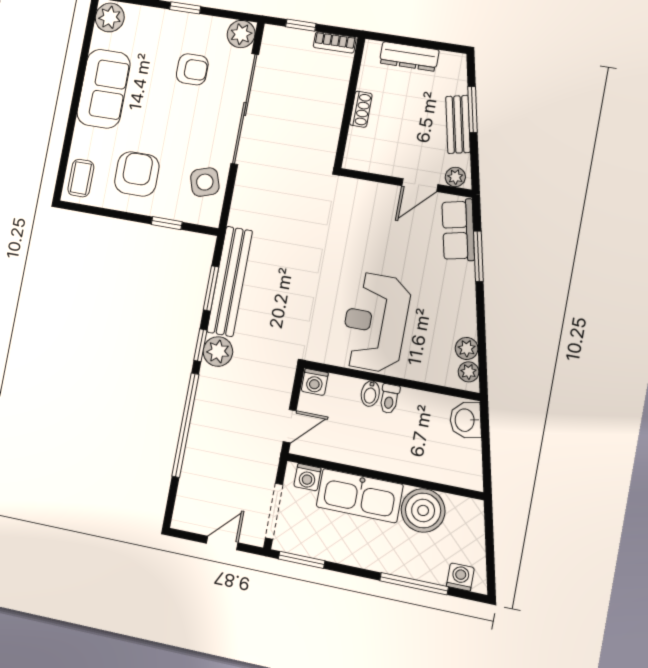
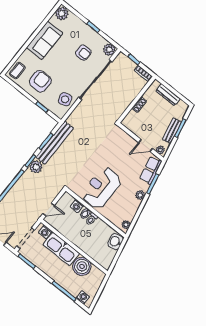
plant: (467, 348) -> (140, 195), moved
washing machine: (315, 382) -> (77, 206), moved

